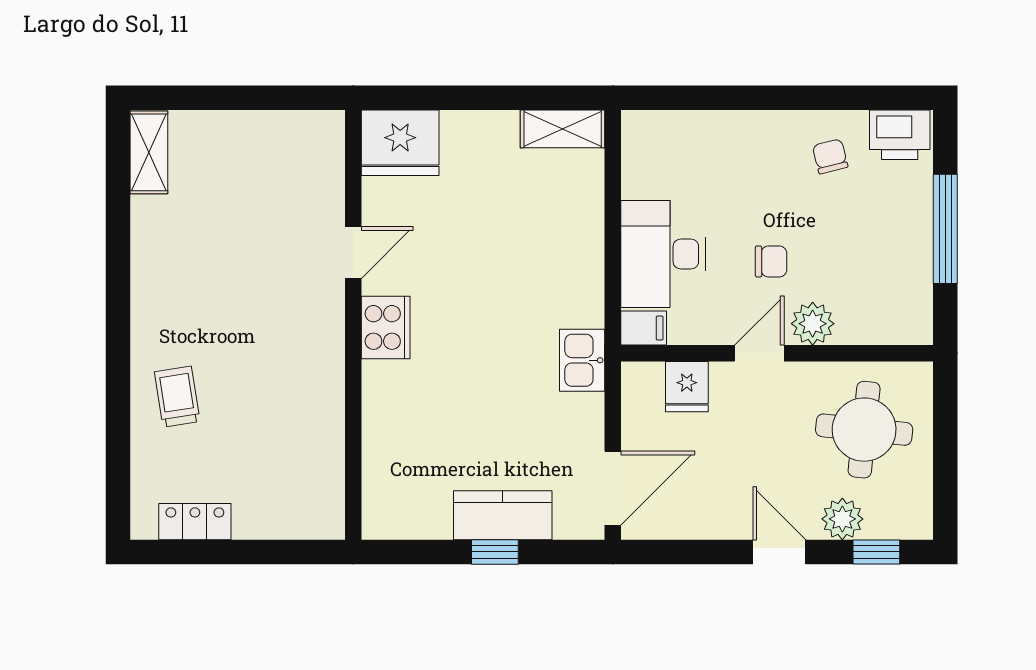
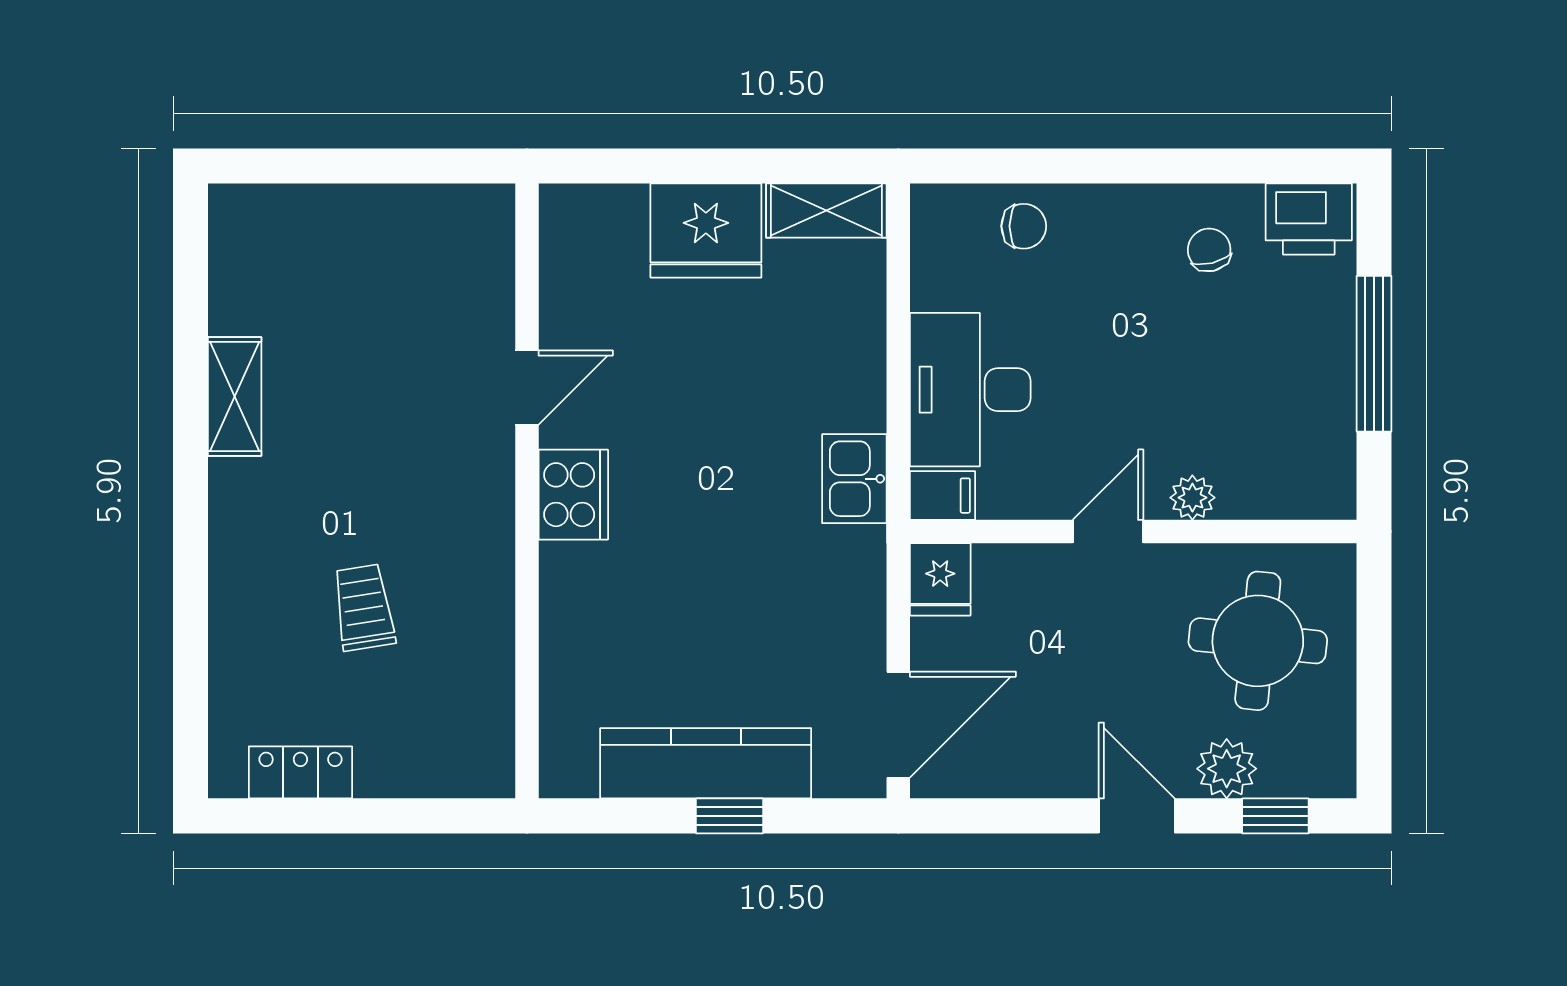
fridge: (400, 143) -> (706, 230), moved
shelving: (149, 152) -> (235, 397), moved
chair: (771, 261) -> (1024, 226), moved
plant: (813, 324) -> (1192, 498), width x0.73, depth x0.73
kitchen sink: (582, 360) -> (854, 479), moved
fridge: (687, 387) -> (940, 579), moved
trolley: (177, 397) -> (364, 607), moved
kitchen counter: (503, 515) -> (706, 763), width x1.50

